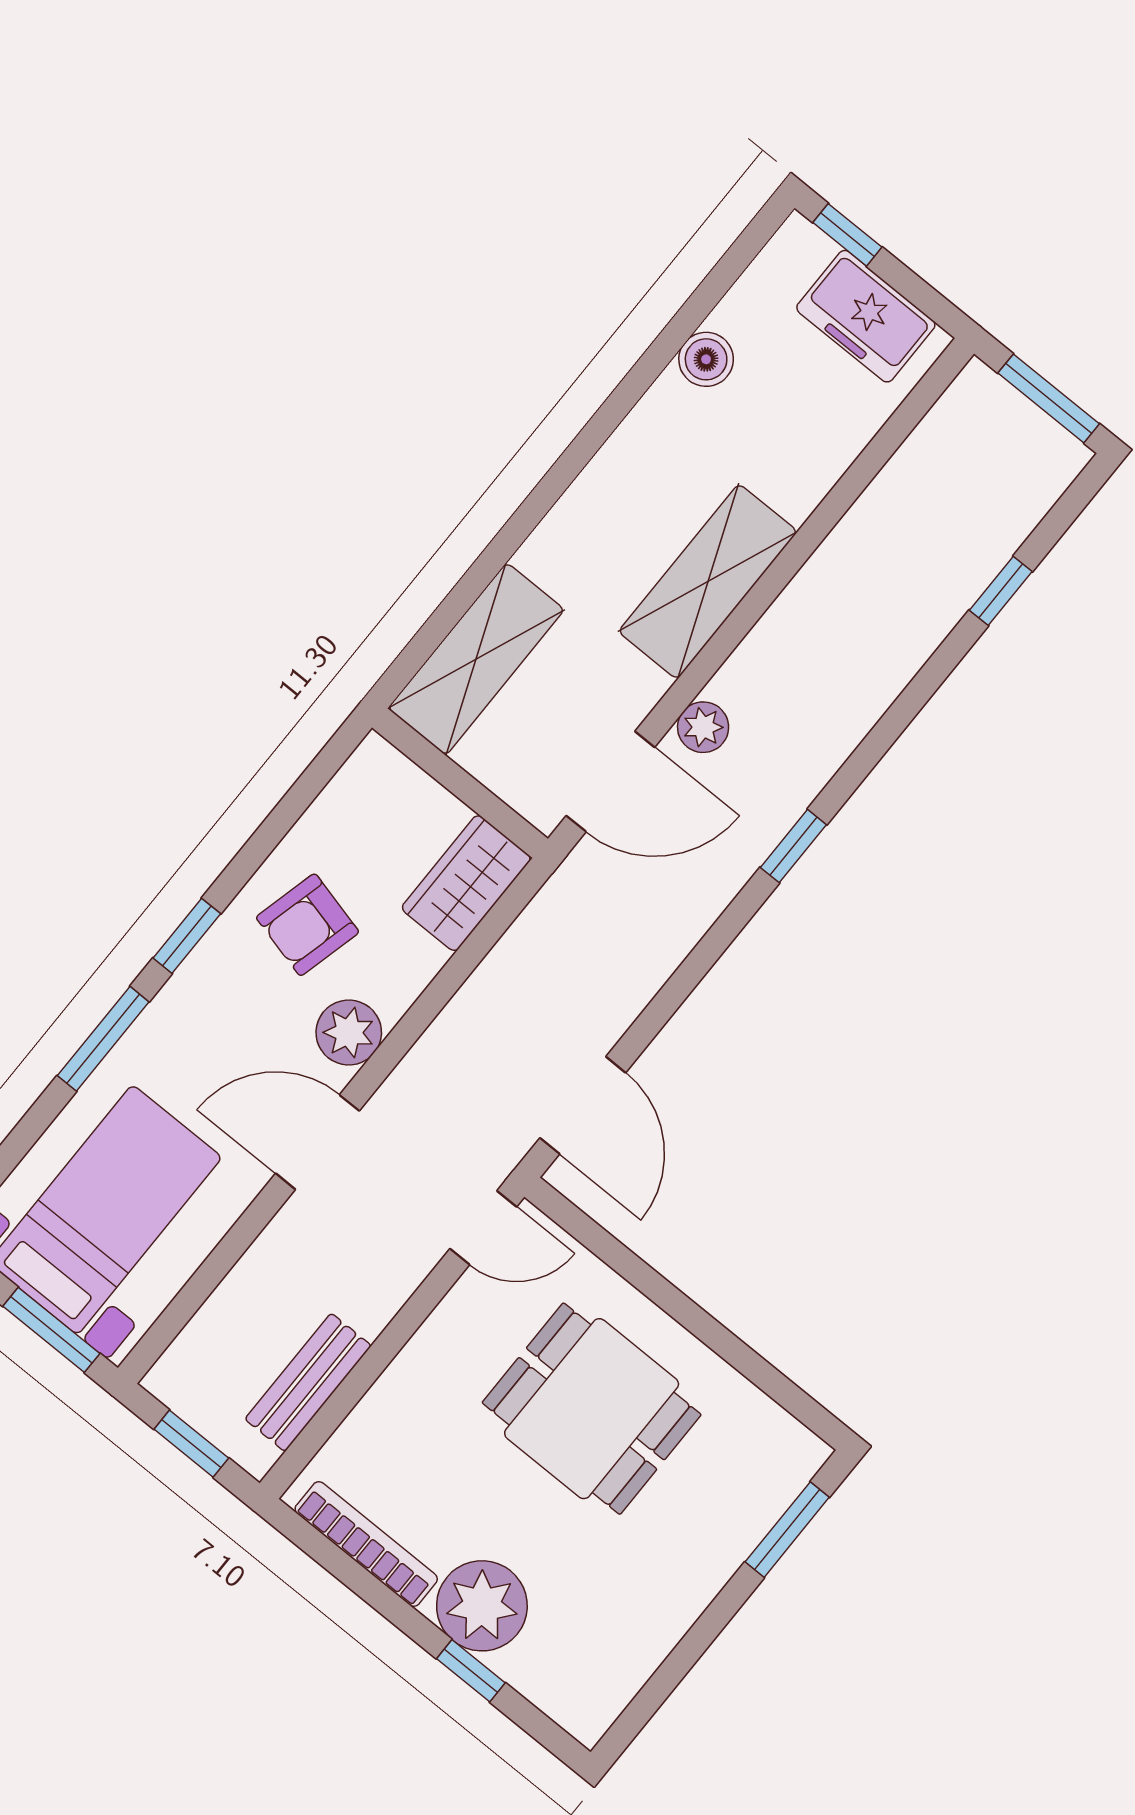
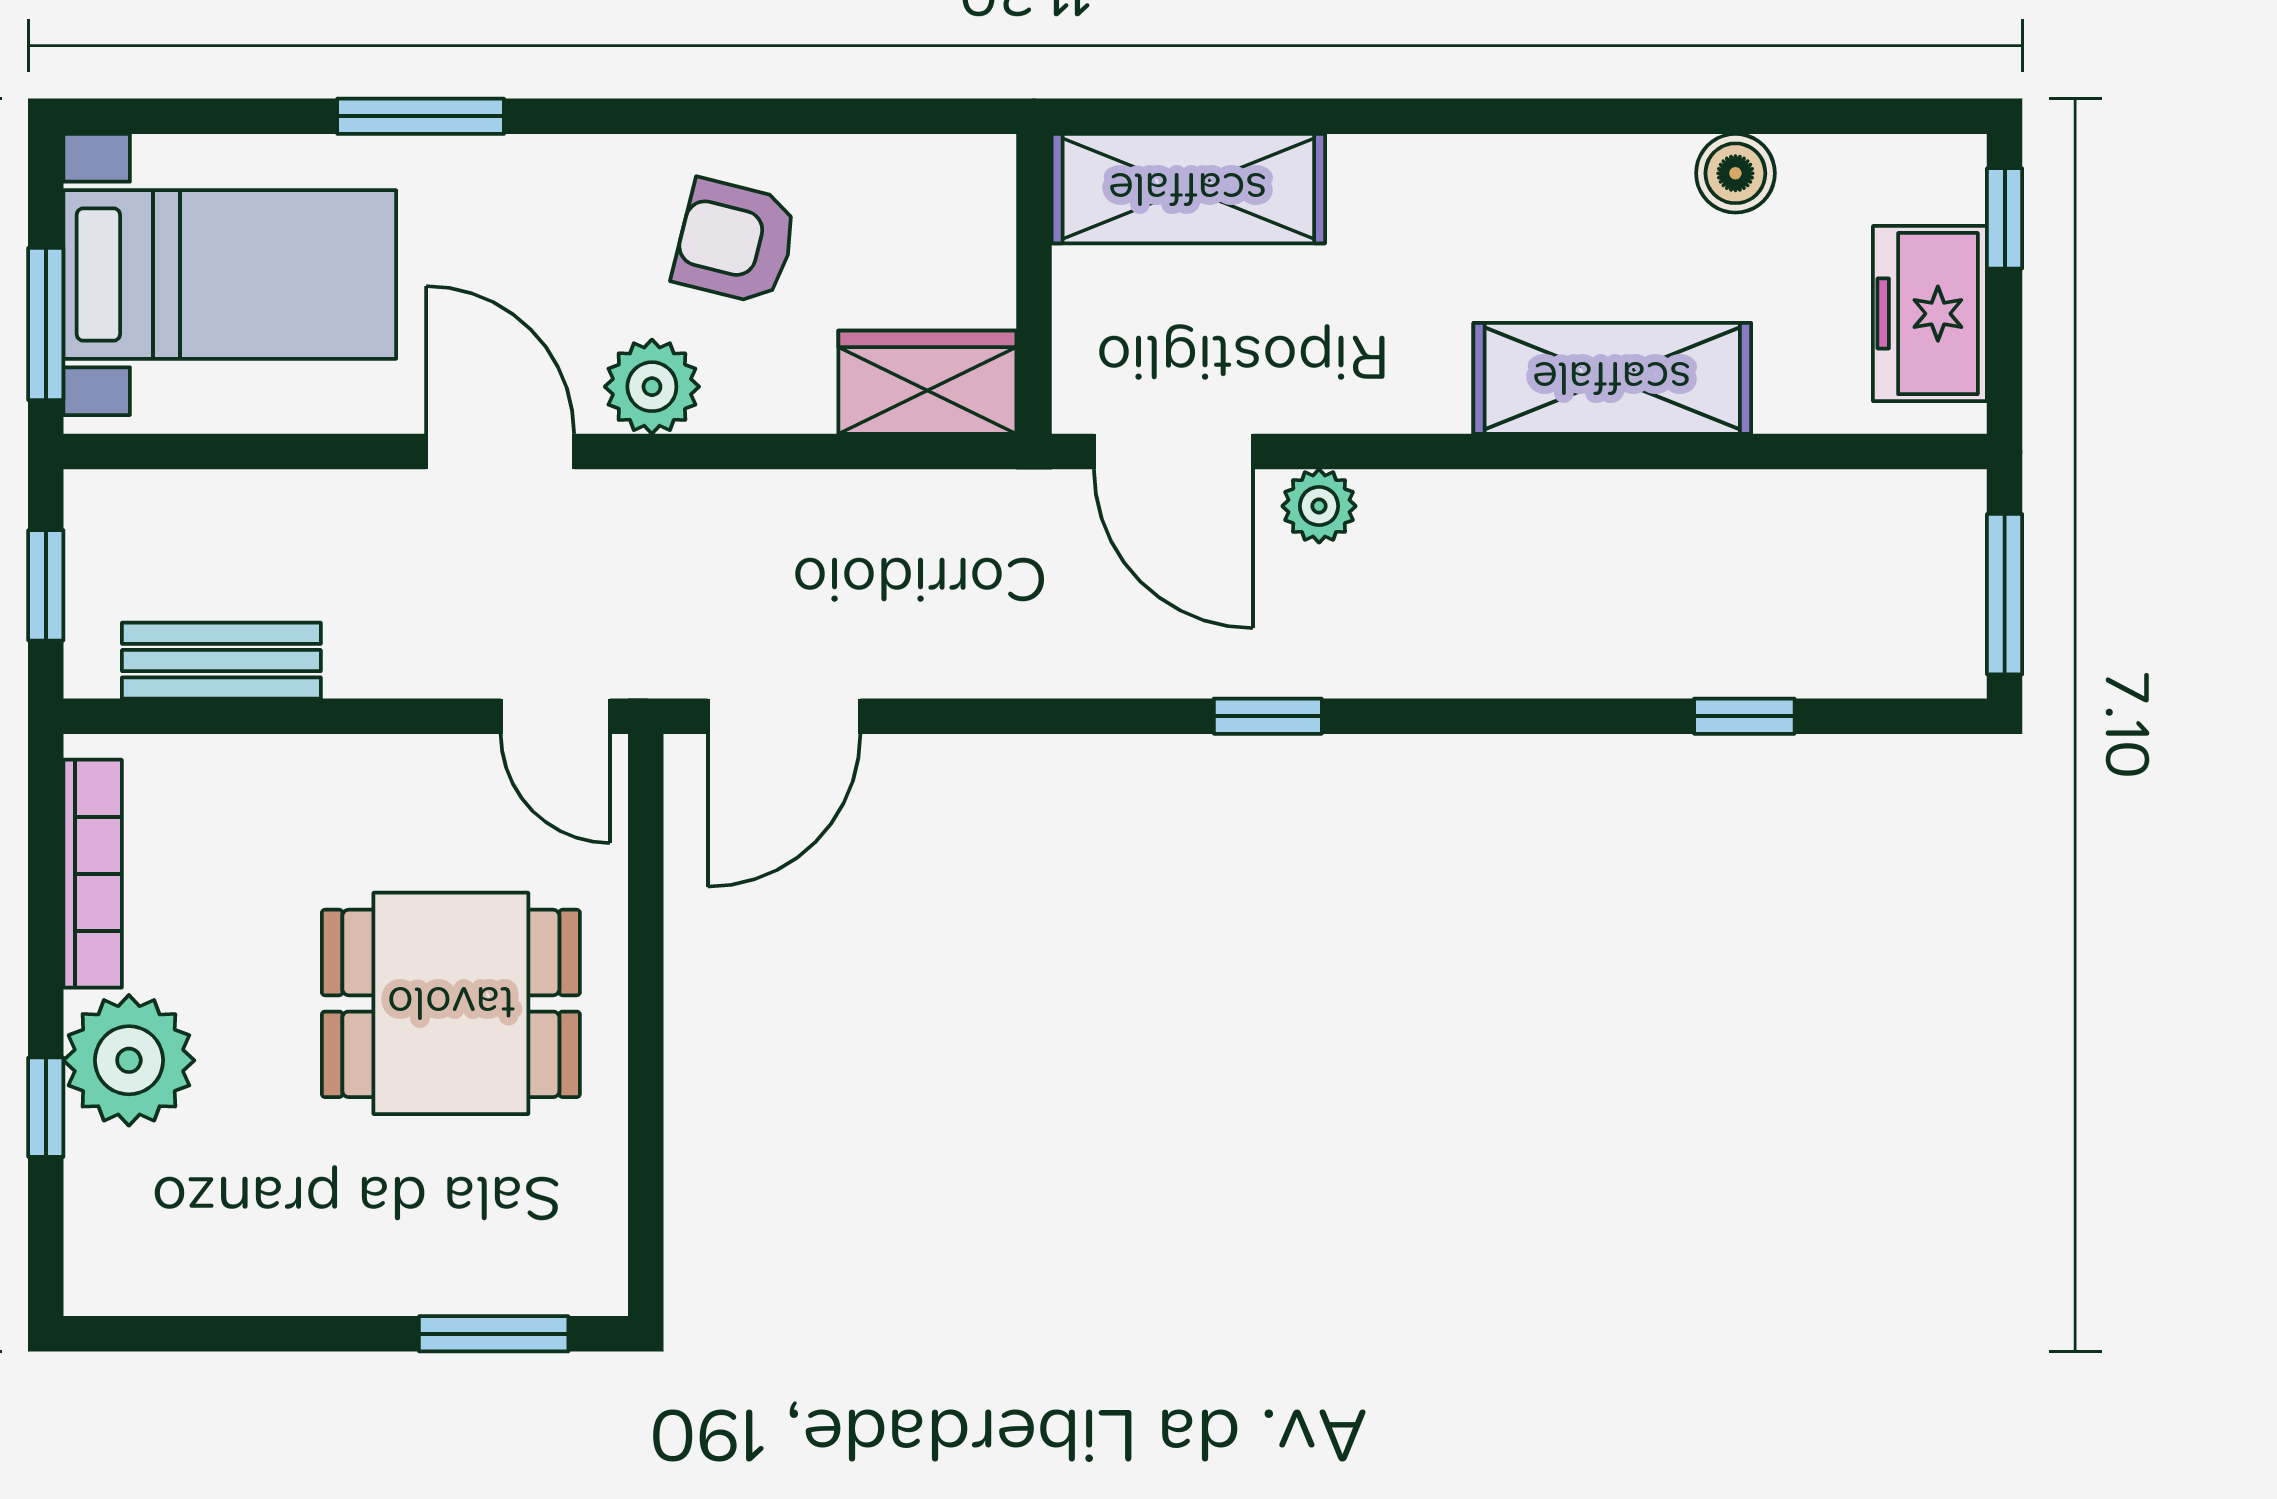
shelving: (708, 582) -> (1612, 378), moved
window: (187, 936) -> (613, 116), removed
dining table: (592, 1409) -> (451, 1003), turned 90

